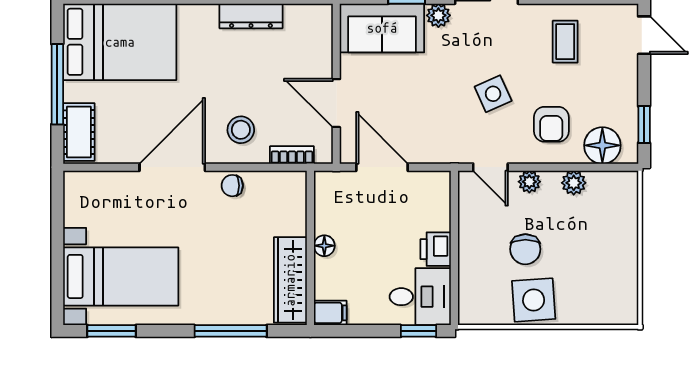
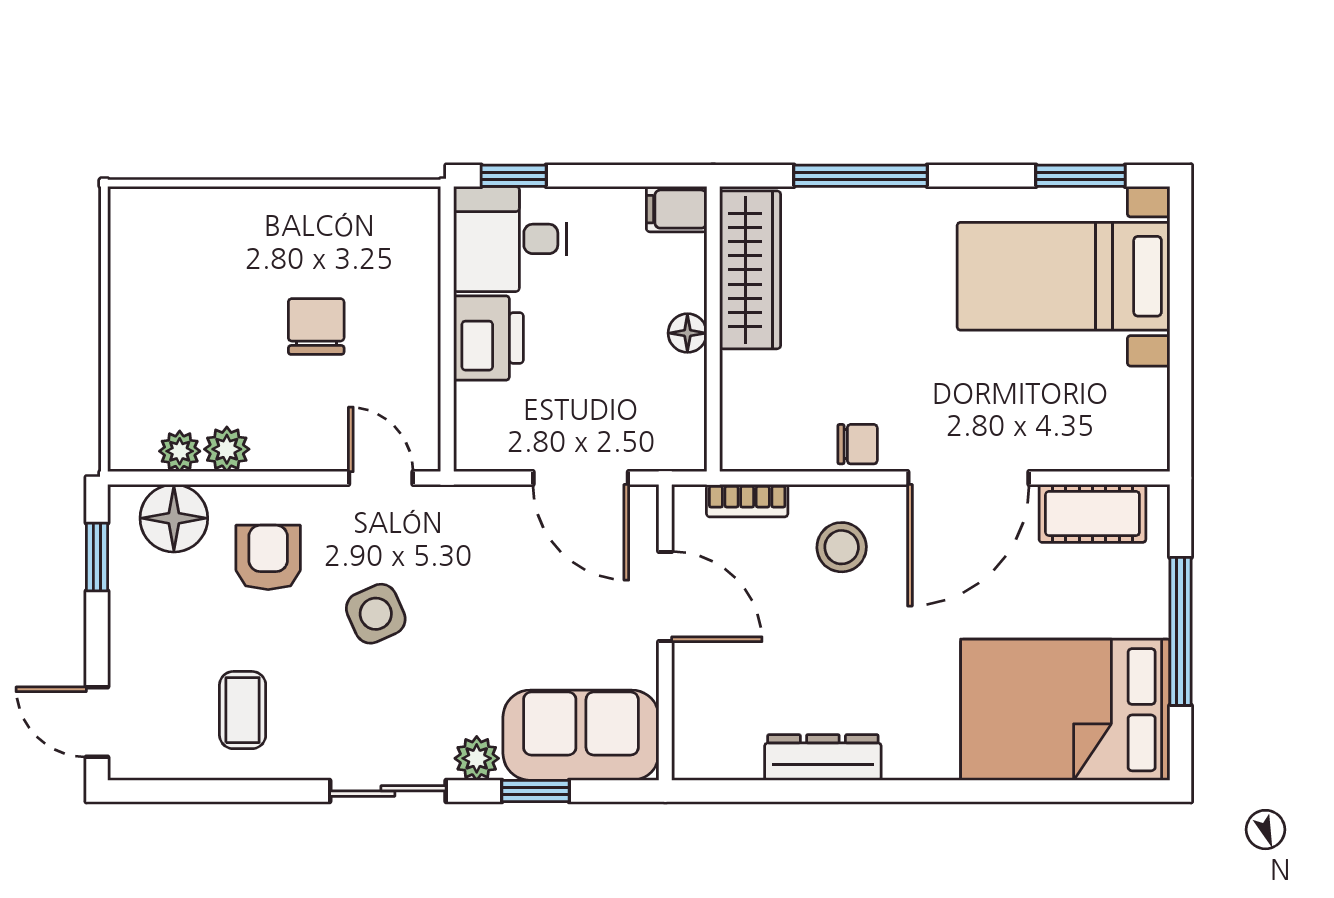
cot: (79, 132) -> (1092, 513), moved, turned 90
plant: (529, 182) -> (180, 451), moved
printer: (436, 249) -> (488, 338), width x1.36, depth x1.24
side table: (534, 300) -> (301, 233), removed

